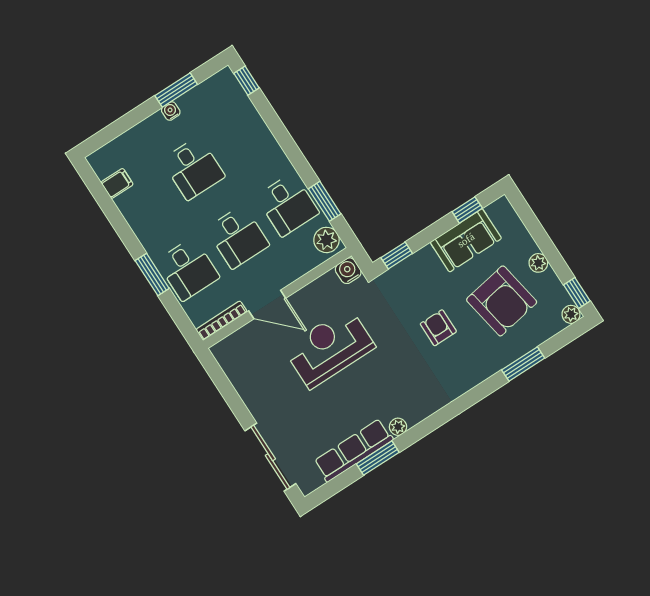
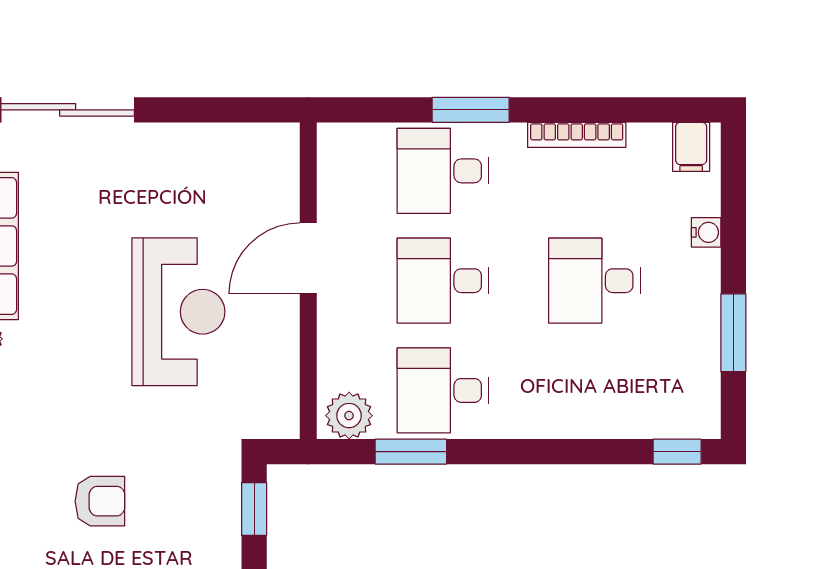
water cooler: (171, 111) -> (706, 232), moved
filing cabinet: (117, 183) -> (691, 147), moved
water cooler: (348, 271) -> (279, 418), removed
bookcase: (222, 321) -> (577, 135), moved, turned 90

